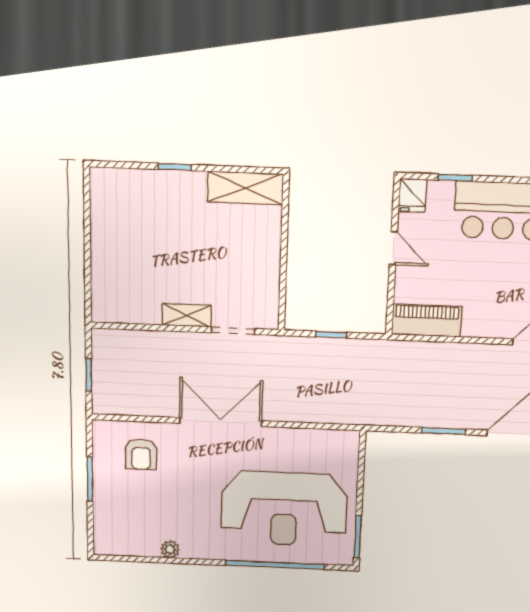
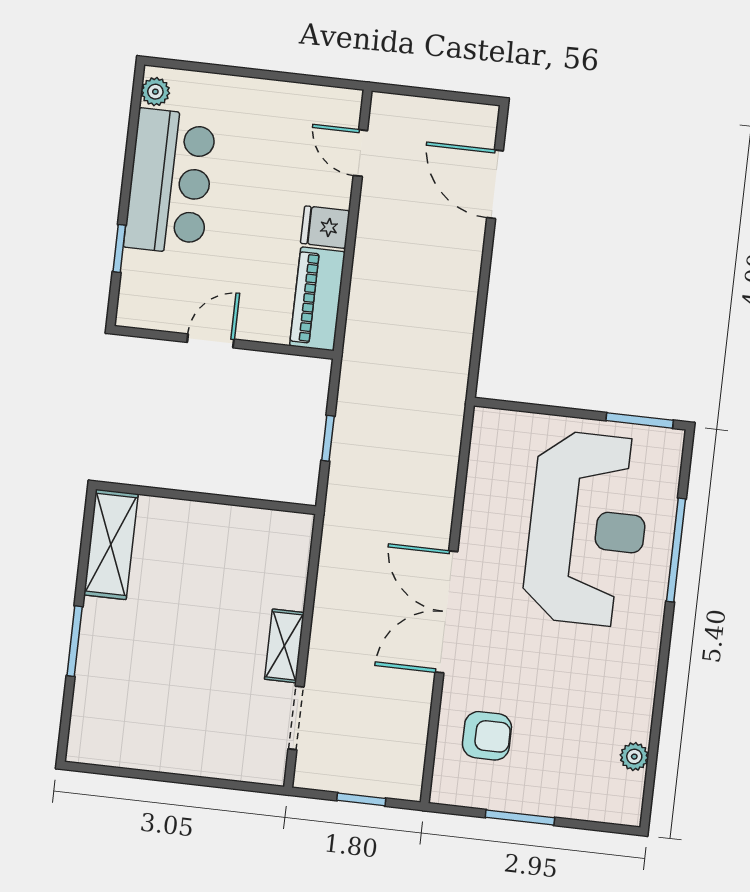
window: (175, 167) -> (75, 641), width x1.50
fridge: (412, 195) -> (325, 227), moved, turned 180
doorway: (233, 331) -> (296, 718), moved
window: (444, 431) -> (484, 282), removed
plant: (170, 549) -> (634, 757), moved
window: (275, 565) -> (676, 550), width x0.68

